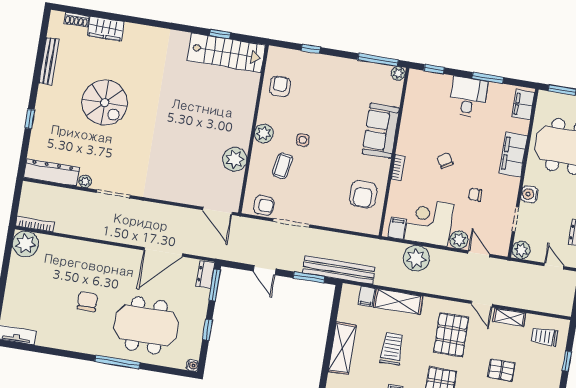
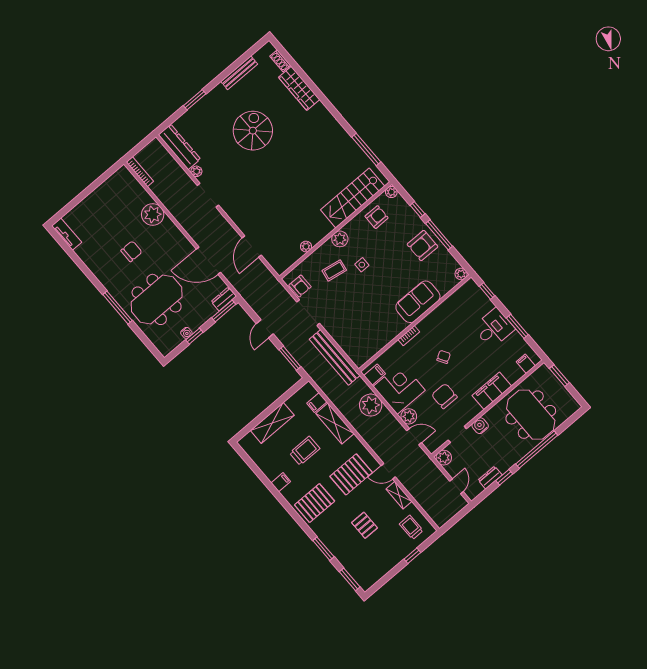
wardrobe: (106, 29) -> (299, 88), width x1.50
window: (220, 34) -> (366, 150), width x2.17
stairs: (226, 53) -> (353, 198), moved, turned 90
plant: (274, 53) -> (391, 192), added
window: (378, 60) -> (439, 235), moved
spiral stairs: (105, 103) -> (253, 131), turned 180
filing cabinet: (523, 105) -> (526, 364), width x0.50
window: (30, 119) -> (195, 100), width x1.50
plant: (235, 159) -> (306, 246), width x0.53, depth x0.53
armchair: (363, 194) -> (422, 245), moved
chair: (475, 195) -> (444, 396), width x1.87, depth x1.87
door: (218, 211) -> (252, 246), moved
plant: (25, 244) -> (153, 215), moved
door: (479, 254) -> (414, 437), hinge flipped
bench: (339, 270) -> (335, 357), moved
door: (482, 304) -> (388, 471), hinge flipped
meeting table: (146, 325) -> (157, 299), turned 90
water cooler: (192, 365) -> (186, 333), moved

